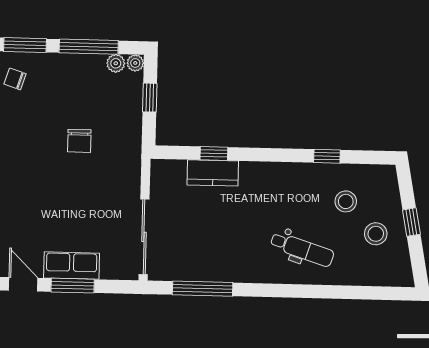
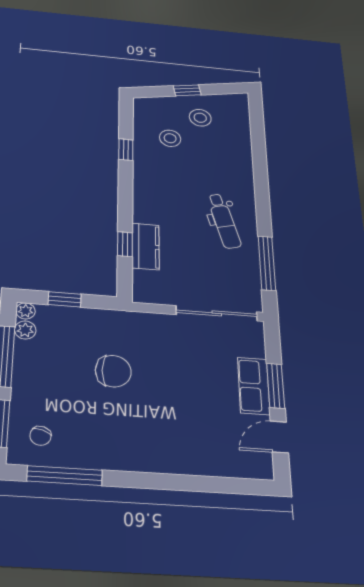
chair: (79, 141) -> (113, 371), width x1.37, depth x1.37
dental chair: (302, 249) -> (224, 221), moved, turned 147

